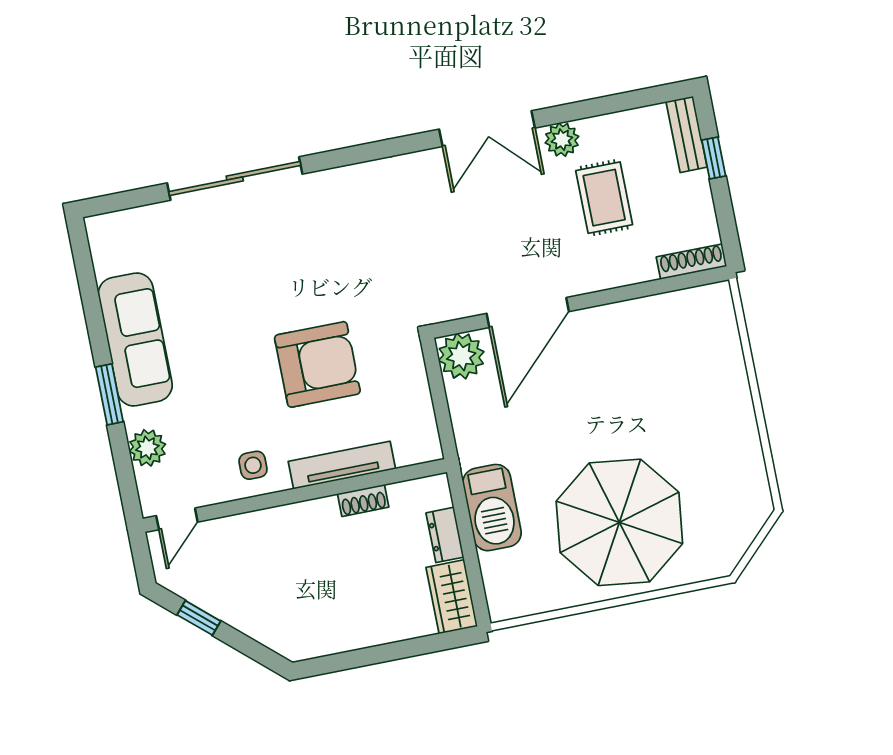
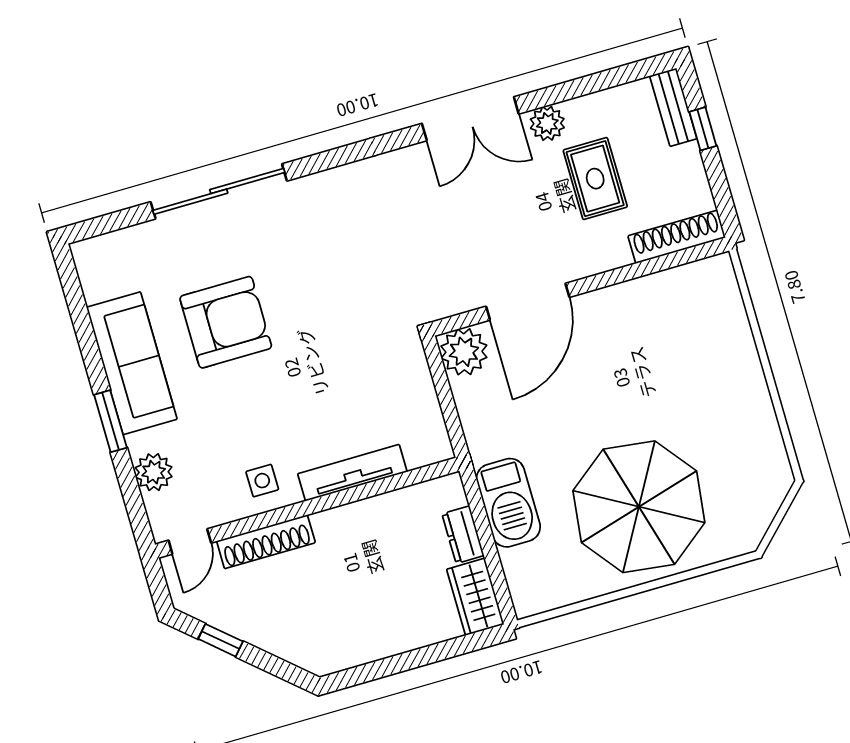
shoe rack: (692, 262) -> (677, 237), width x1.36, depth x1.24
armchair: (317, 364) -> (226, 322), moved
shoe rack: (363, 500) -> (266, 542), moved, width x1.94, depth x1.24

